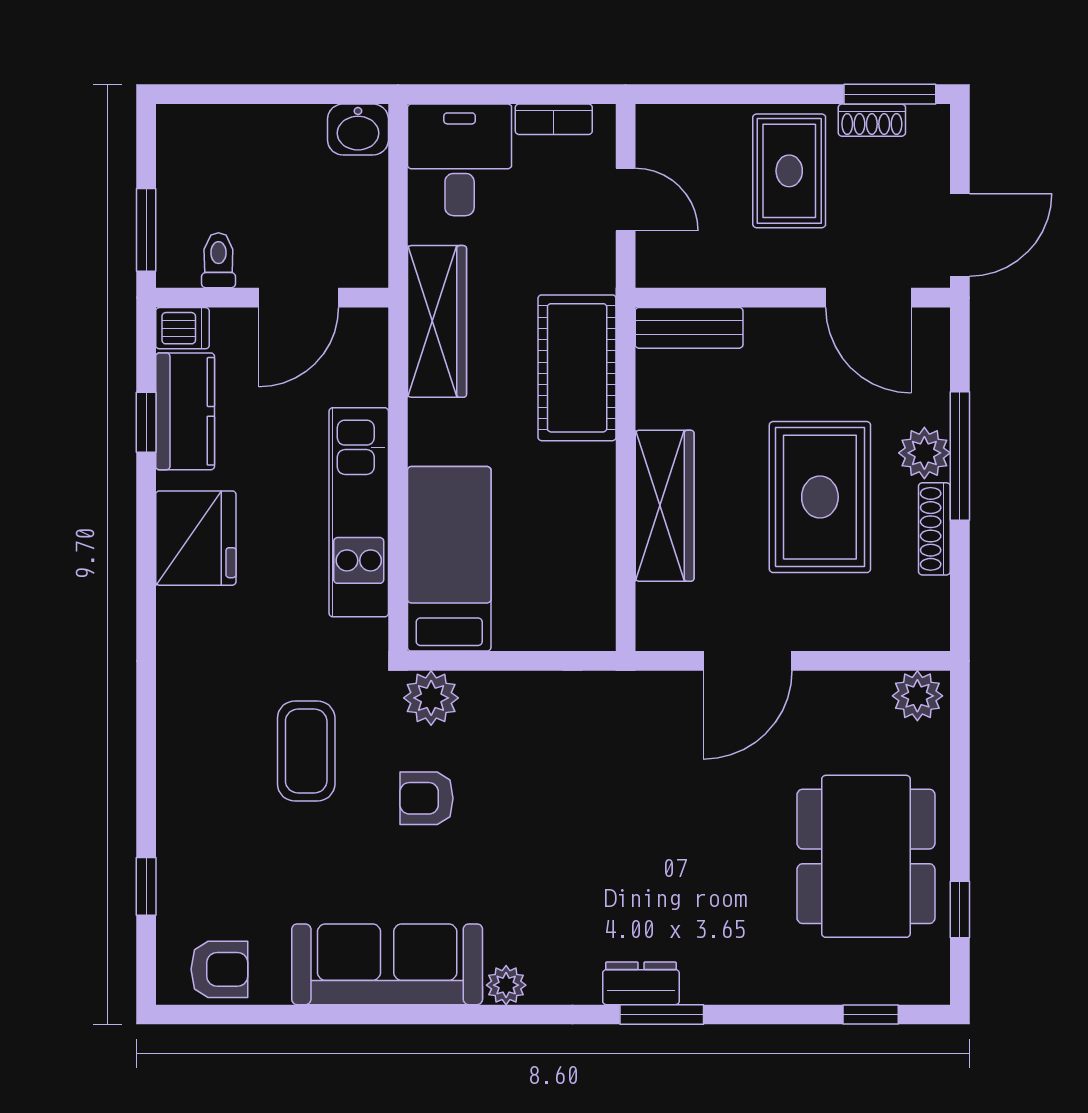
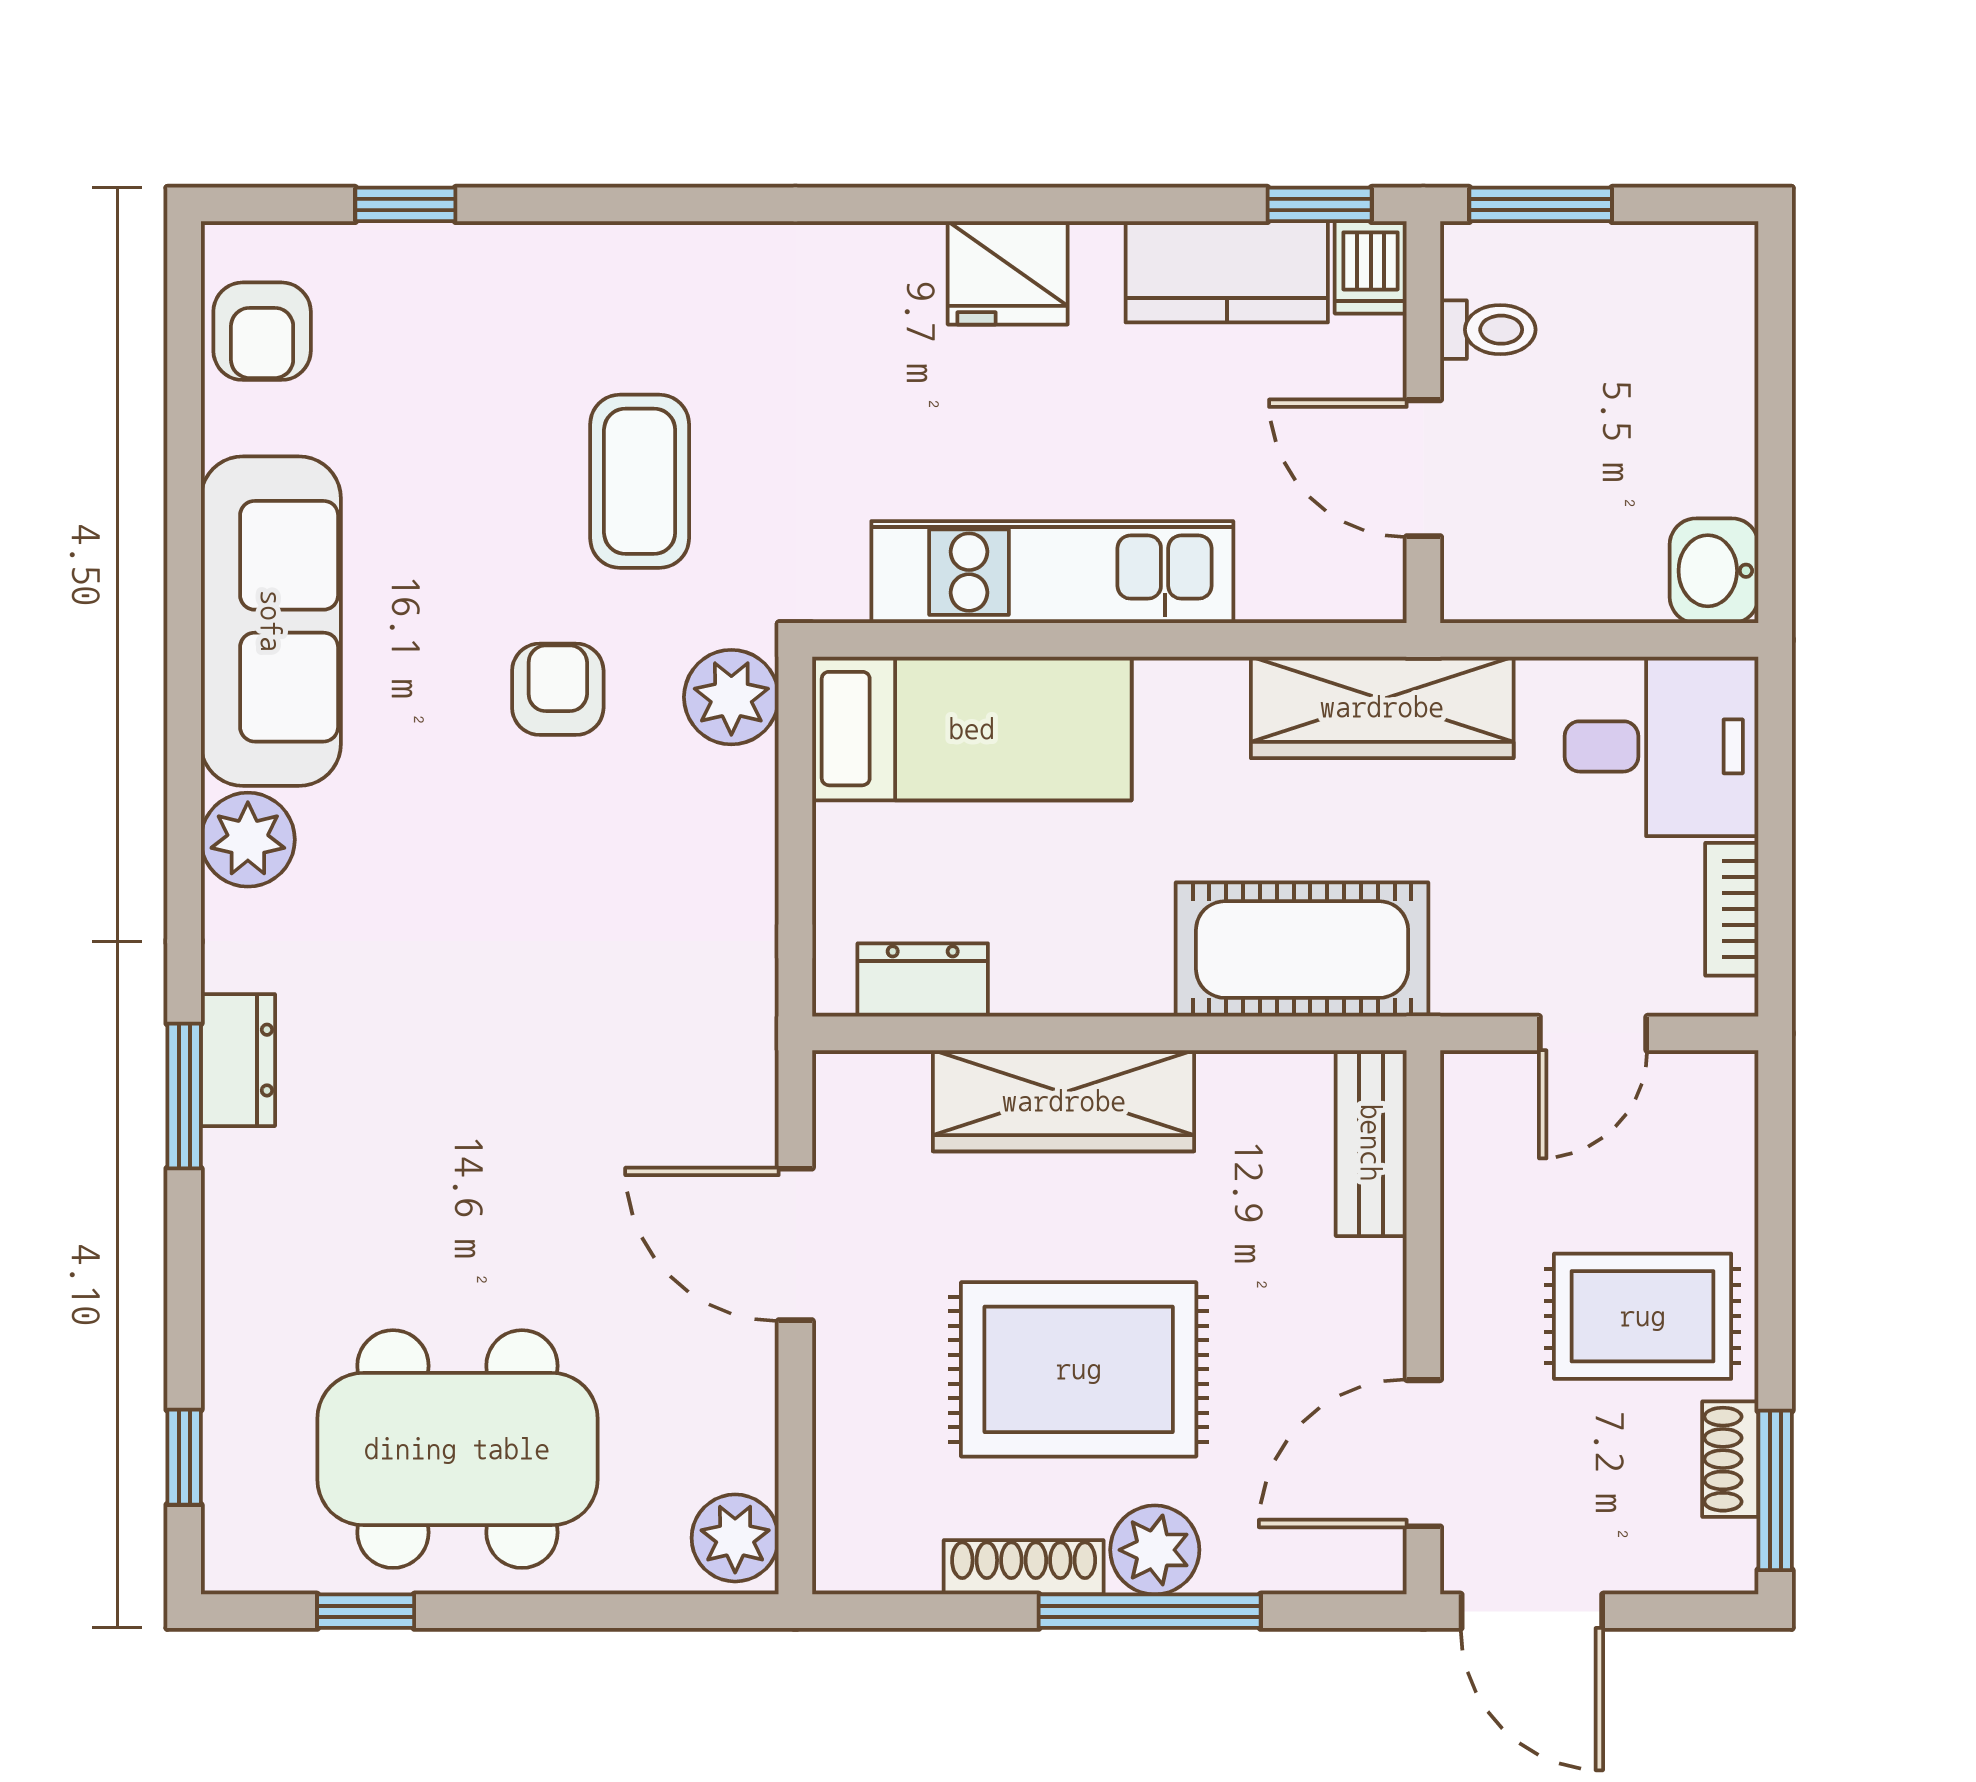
window: (146, 422) -> (1320, 204), moved
fridge: (196, 538) -> (1008, 273), width x0.73, depth x0.75
dresser: (595, 587) -> (923, 980), added
coffee table: (306, 751) -> (640, 481), turned 90
plant: (506, 985) -> (248, 840), width x1.38, depth x1.38

